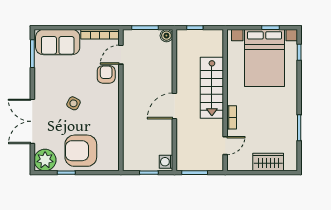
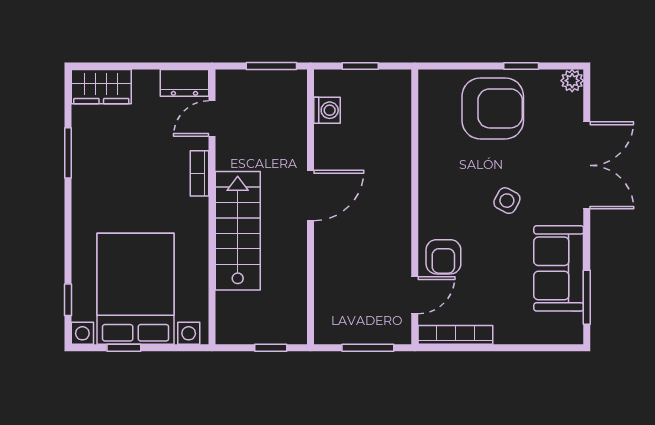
boiler: (166, 36) -> (326, 332), removed
sofa: (58, 42) -> (559, 268), moved, turned -90
plant: (45, 160) -> (572, 81), width x0.53, depth x0.53
washing machine: (166, 162) -> (327, 110), moved
wardrobe: (268, 162) -> (101, 87), moved
dresser: (239, 164) -> (184, 83), added

